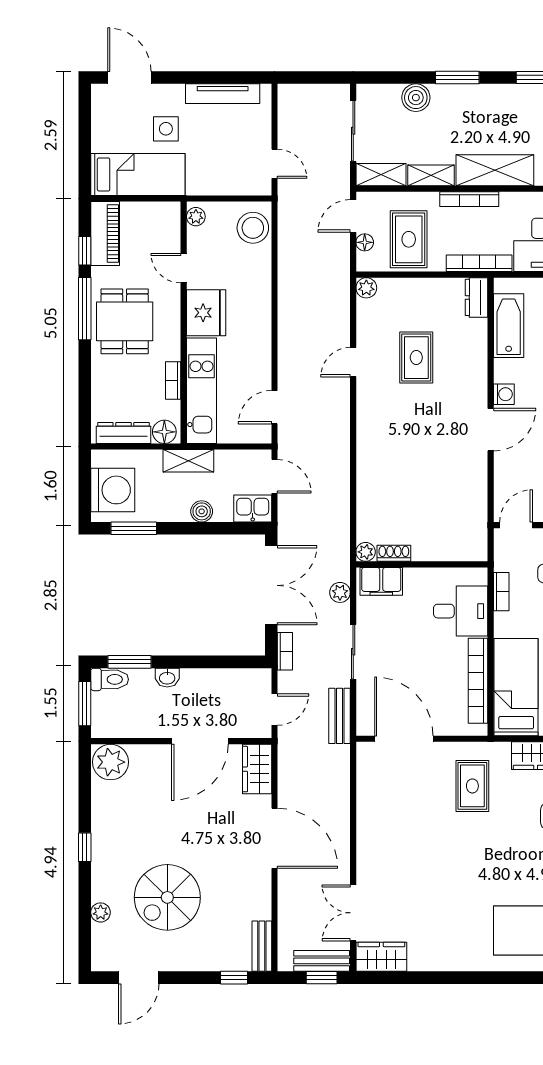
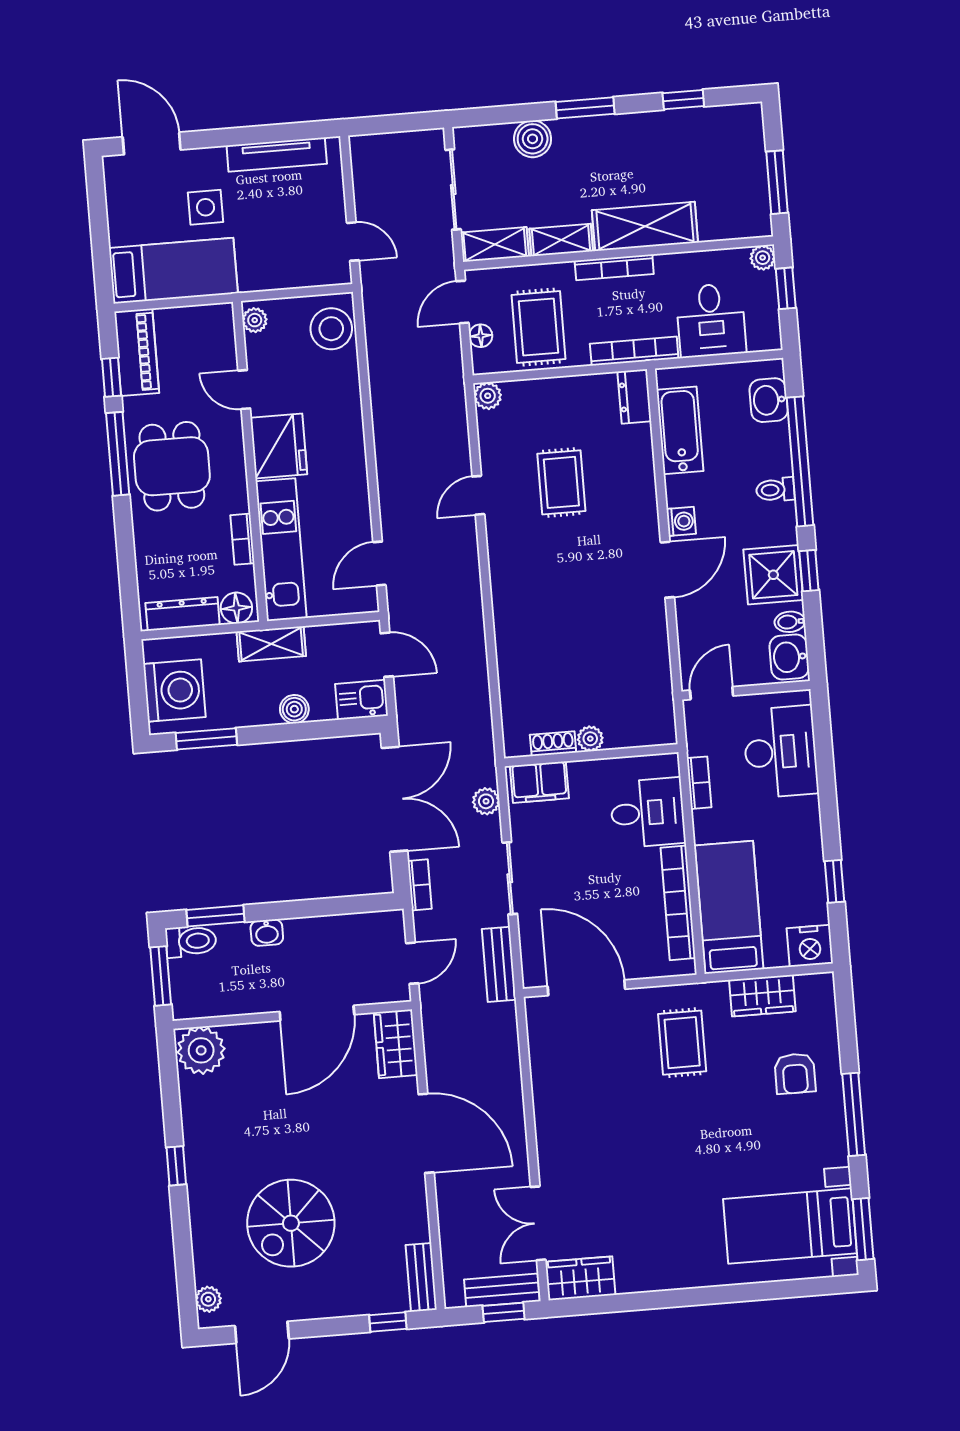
plant: (366, 552) -> (590, 739), moved
plant: (101, 912) -> (208, 1299), moved

